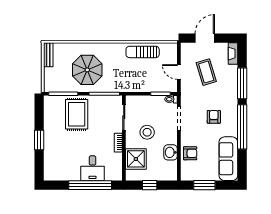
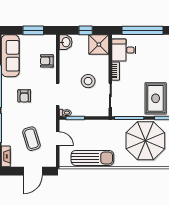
sun lounger: (143, 52) -> (92, 158), width x1.36, depth x1.34
parasol: (87, 70) -> (145, 141), width x1.36, depth x1.36
washbasin: (171, 152) -> (66, 42), moved
shower: (136, 159) -> (99, 45), moved
desk: (93, 168) -> (124, 50), moved, turned -90

